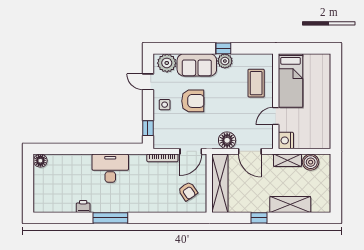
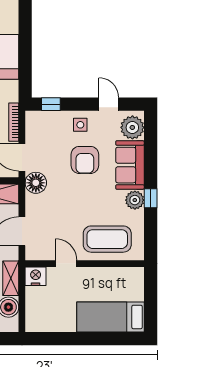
bed: (291, 80) -> (110, 317), moved
door: (148, 82) -> (109, 104), hinge flipped
coffee table: (256, 83) -> (107, 239), width x1.36, depth x1.32
floor lamp: (227, 140) -> (36, 183), moved

